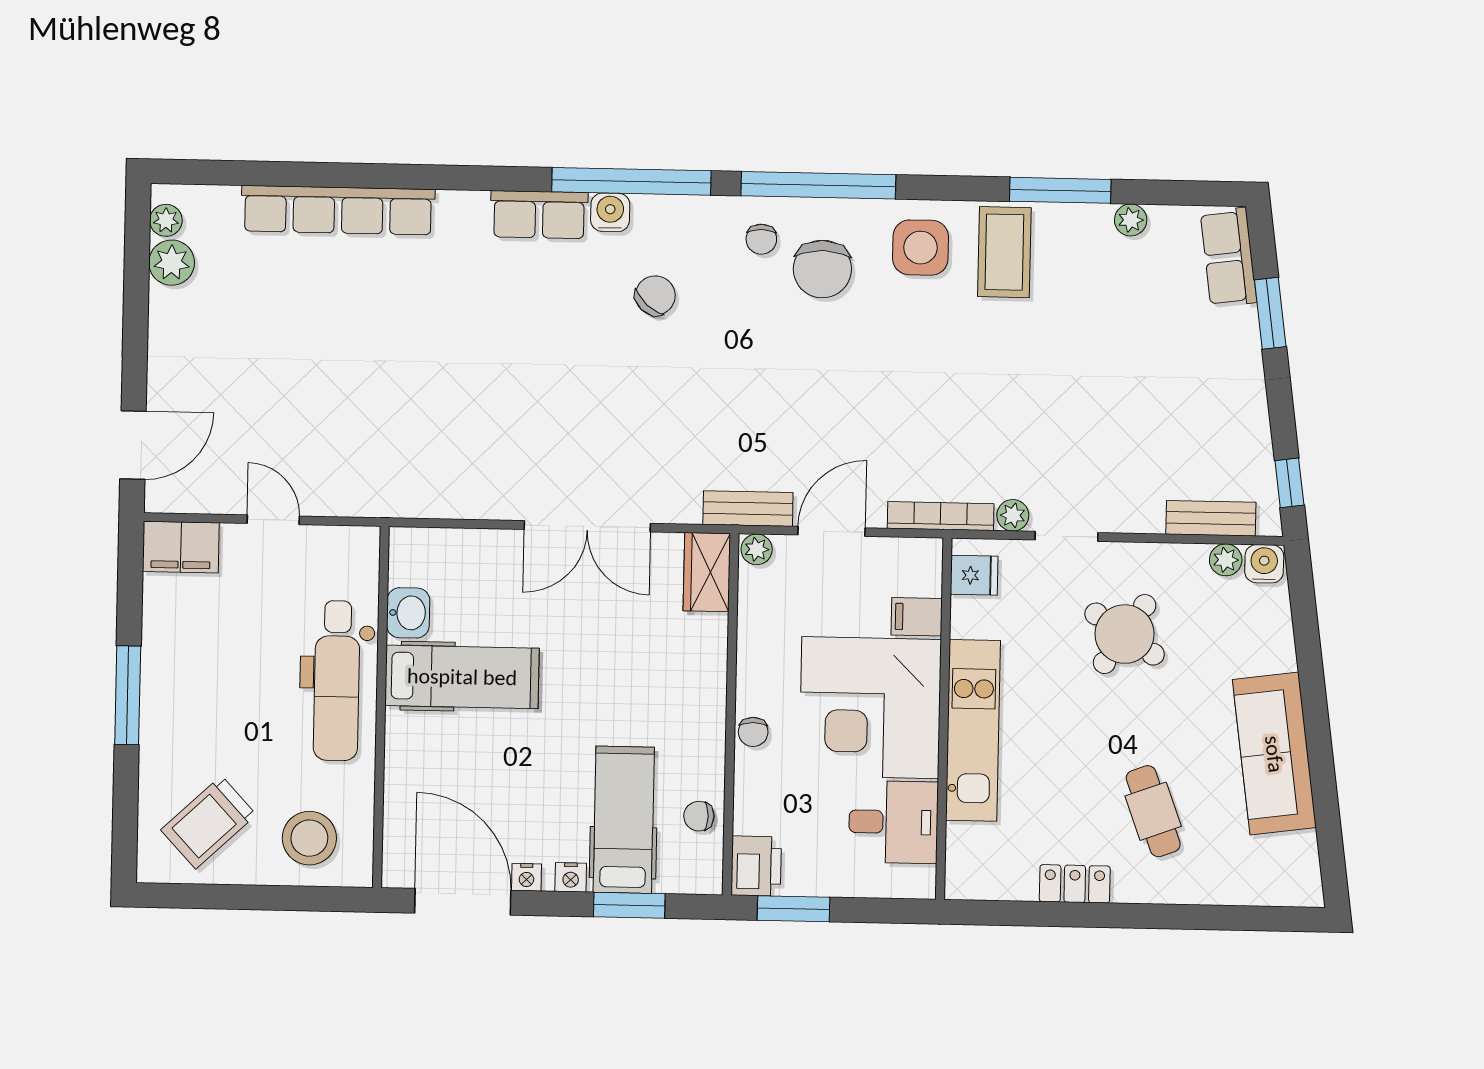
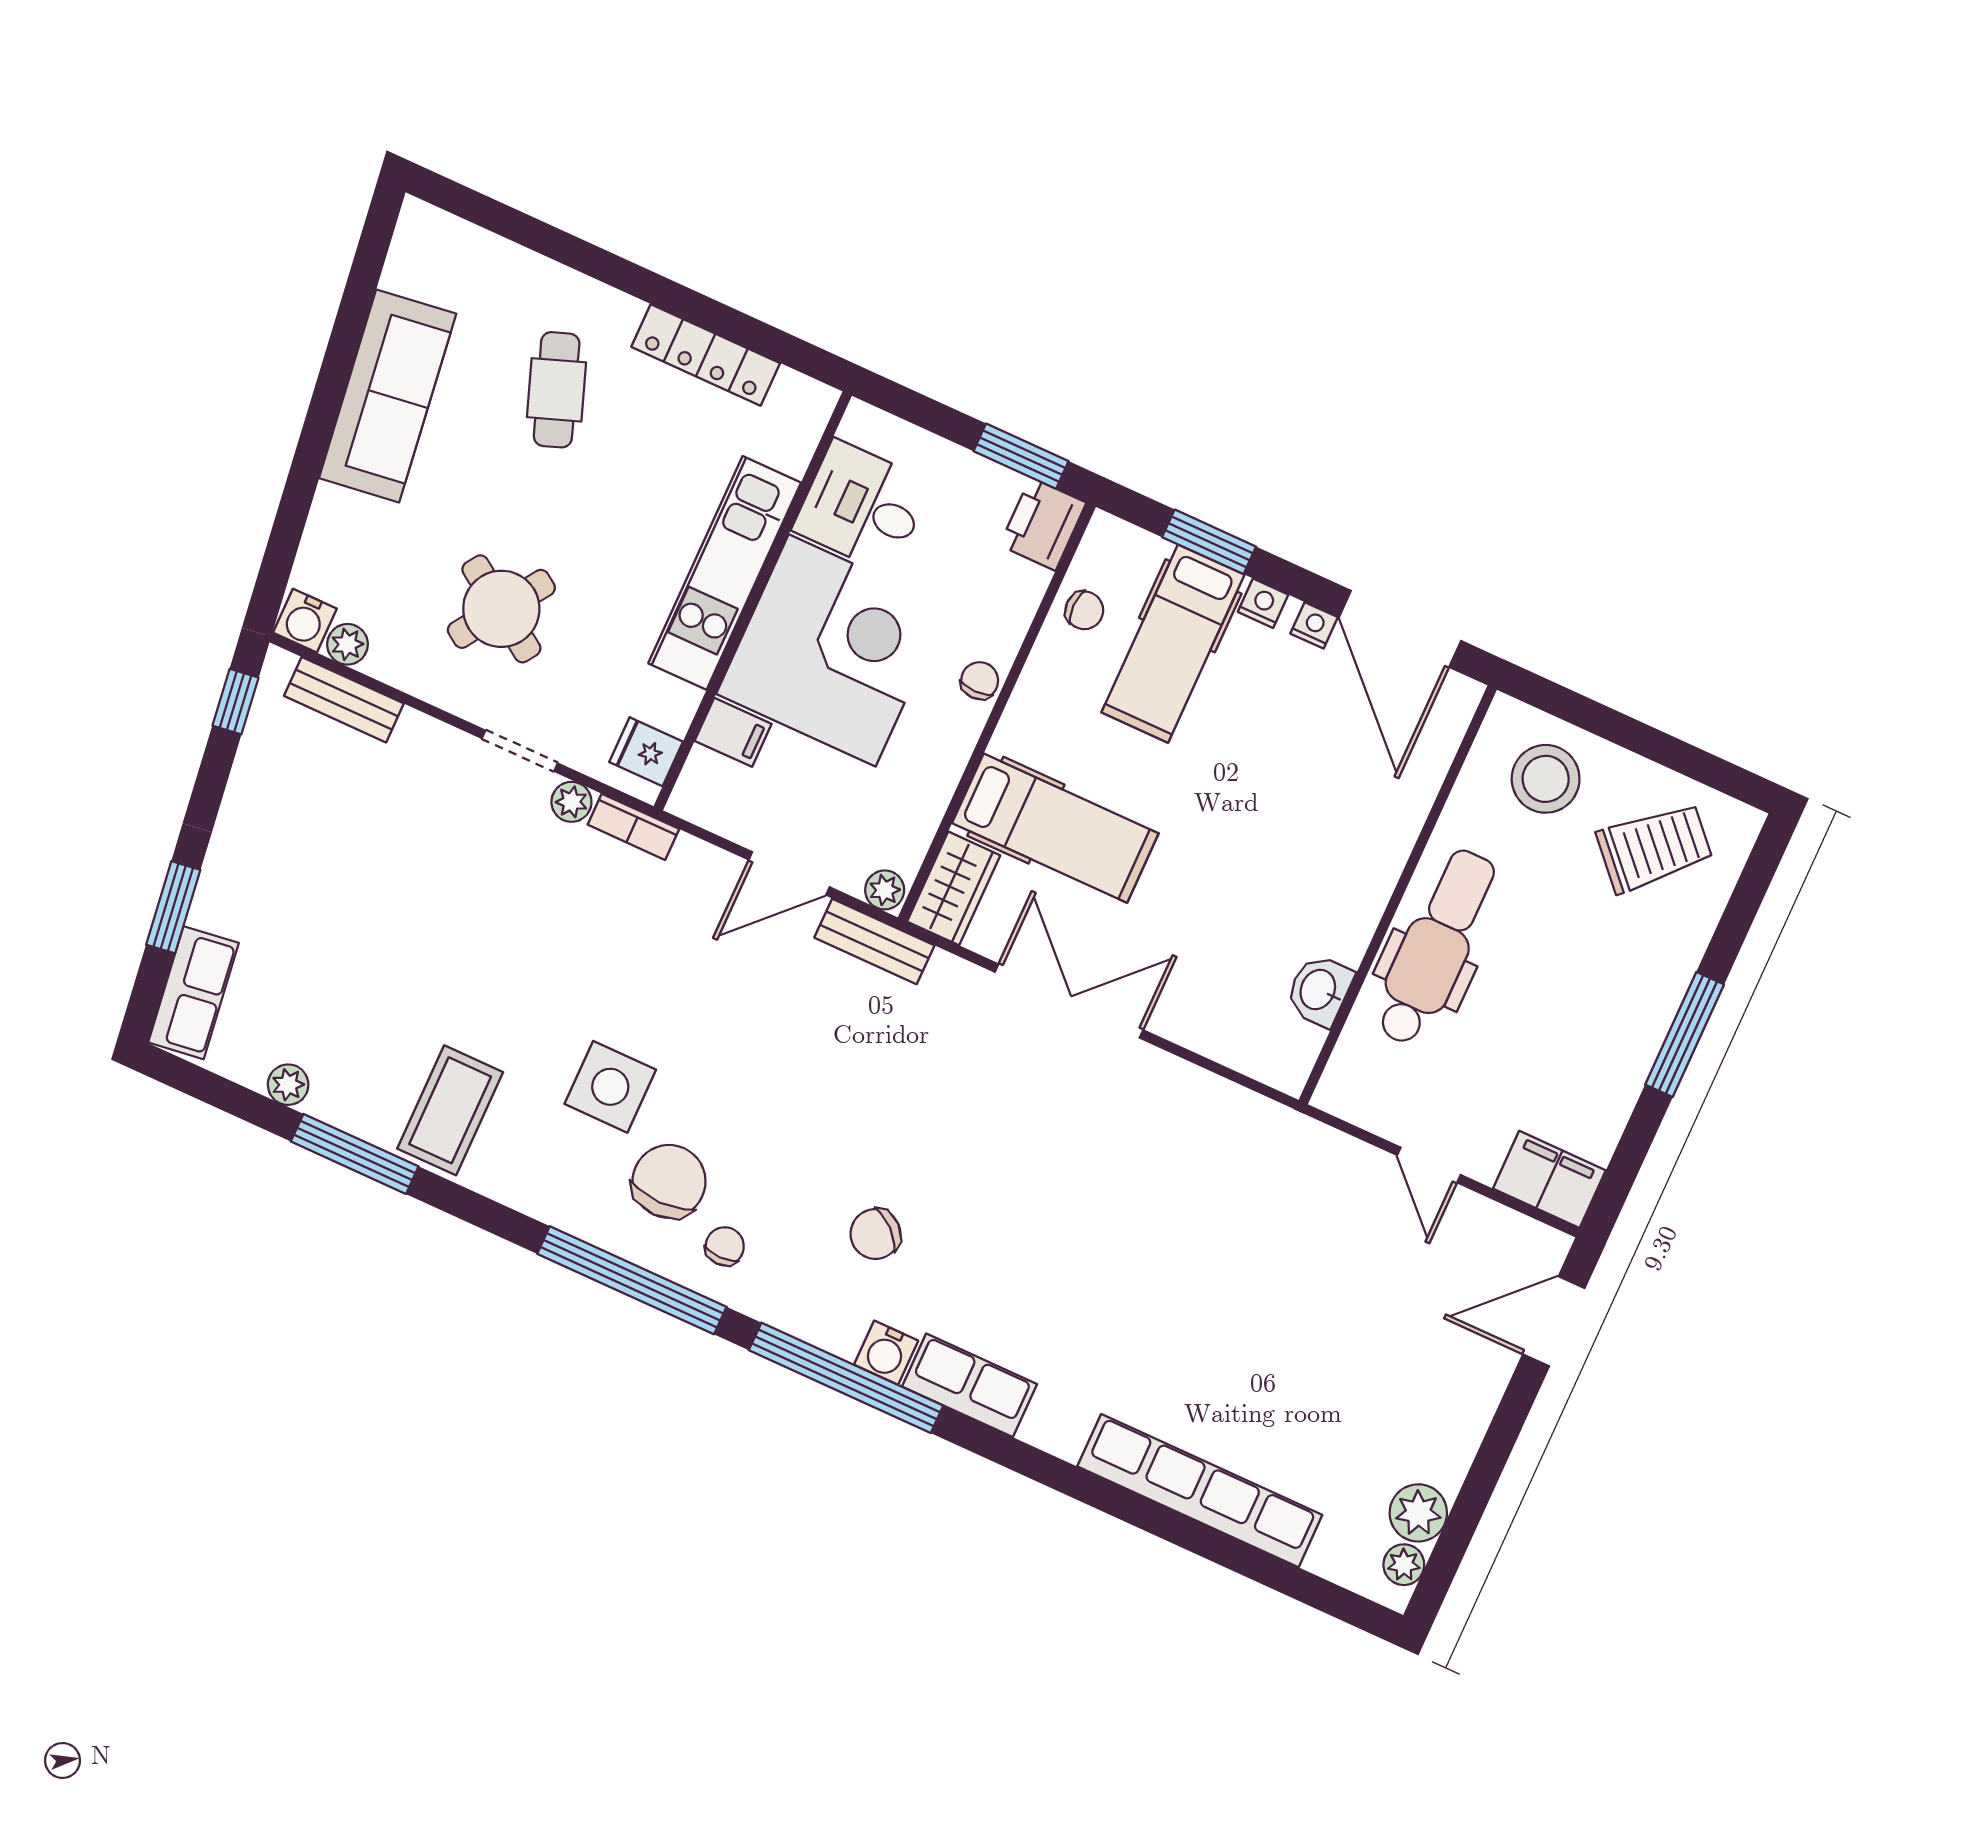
side table: (921, 248) -> (610, 1087), moved
bookcase: (941, 516) -> (633, 827), width x0.64
hospital bed: (462, 677) -> (1055, 828), moved, turned 180
locker: (1075, 884) -> (706, 355), width x1.53

